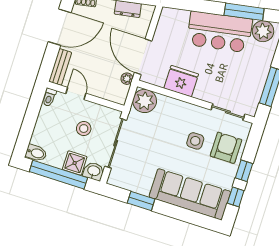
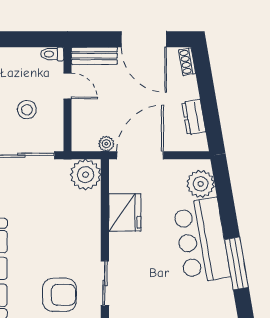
plant: (263, 31) -> (201, 184), moved
door: (76, 93) -> (68, 86), hinge flipped
side table: (195, 141) -> (56, 254), removed

